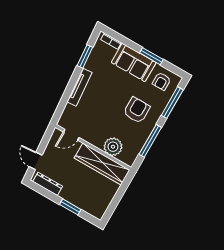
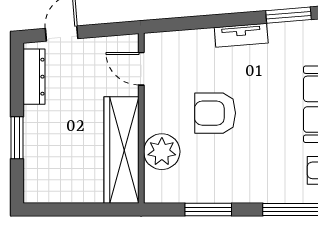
tv unit: (79, 87) -> (241, 35), width x0.71
armchair: (137, 110) -> (215, 113), moved, turned 180
window: (150, 141) -> (208, 209), width x0.69

